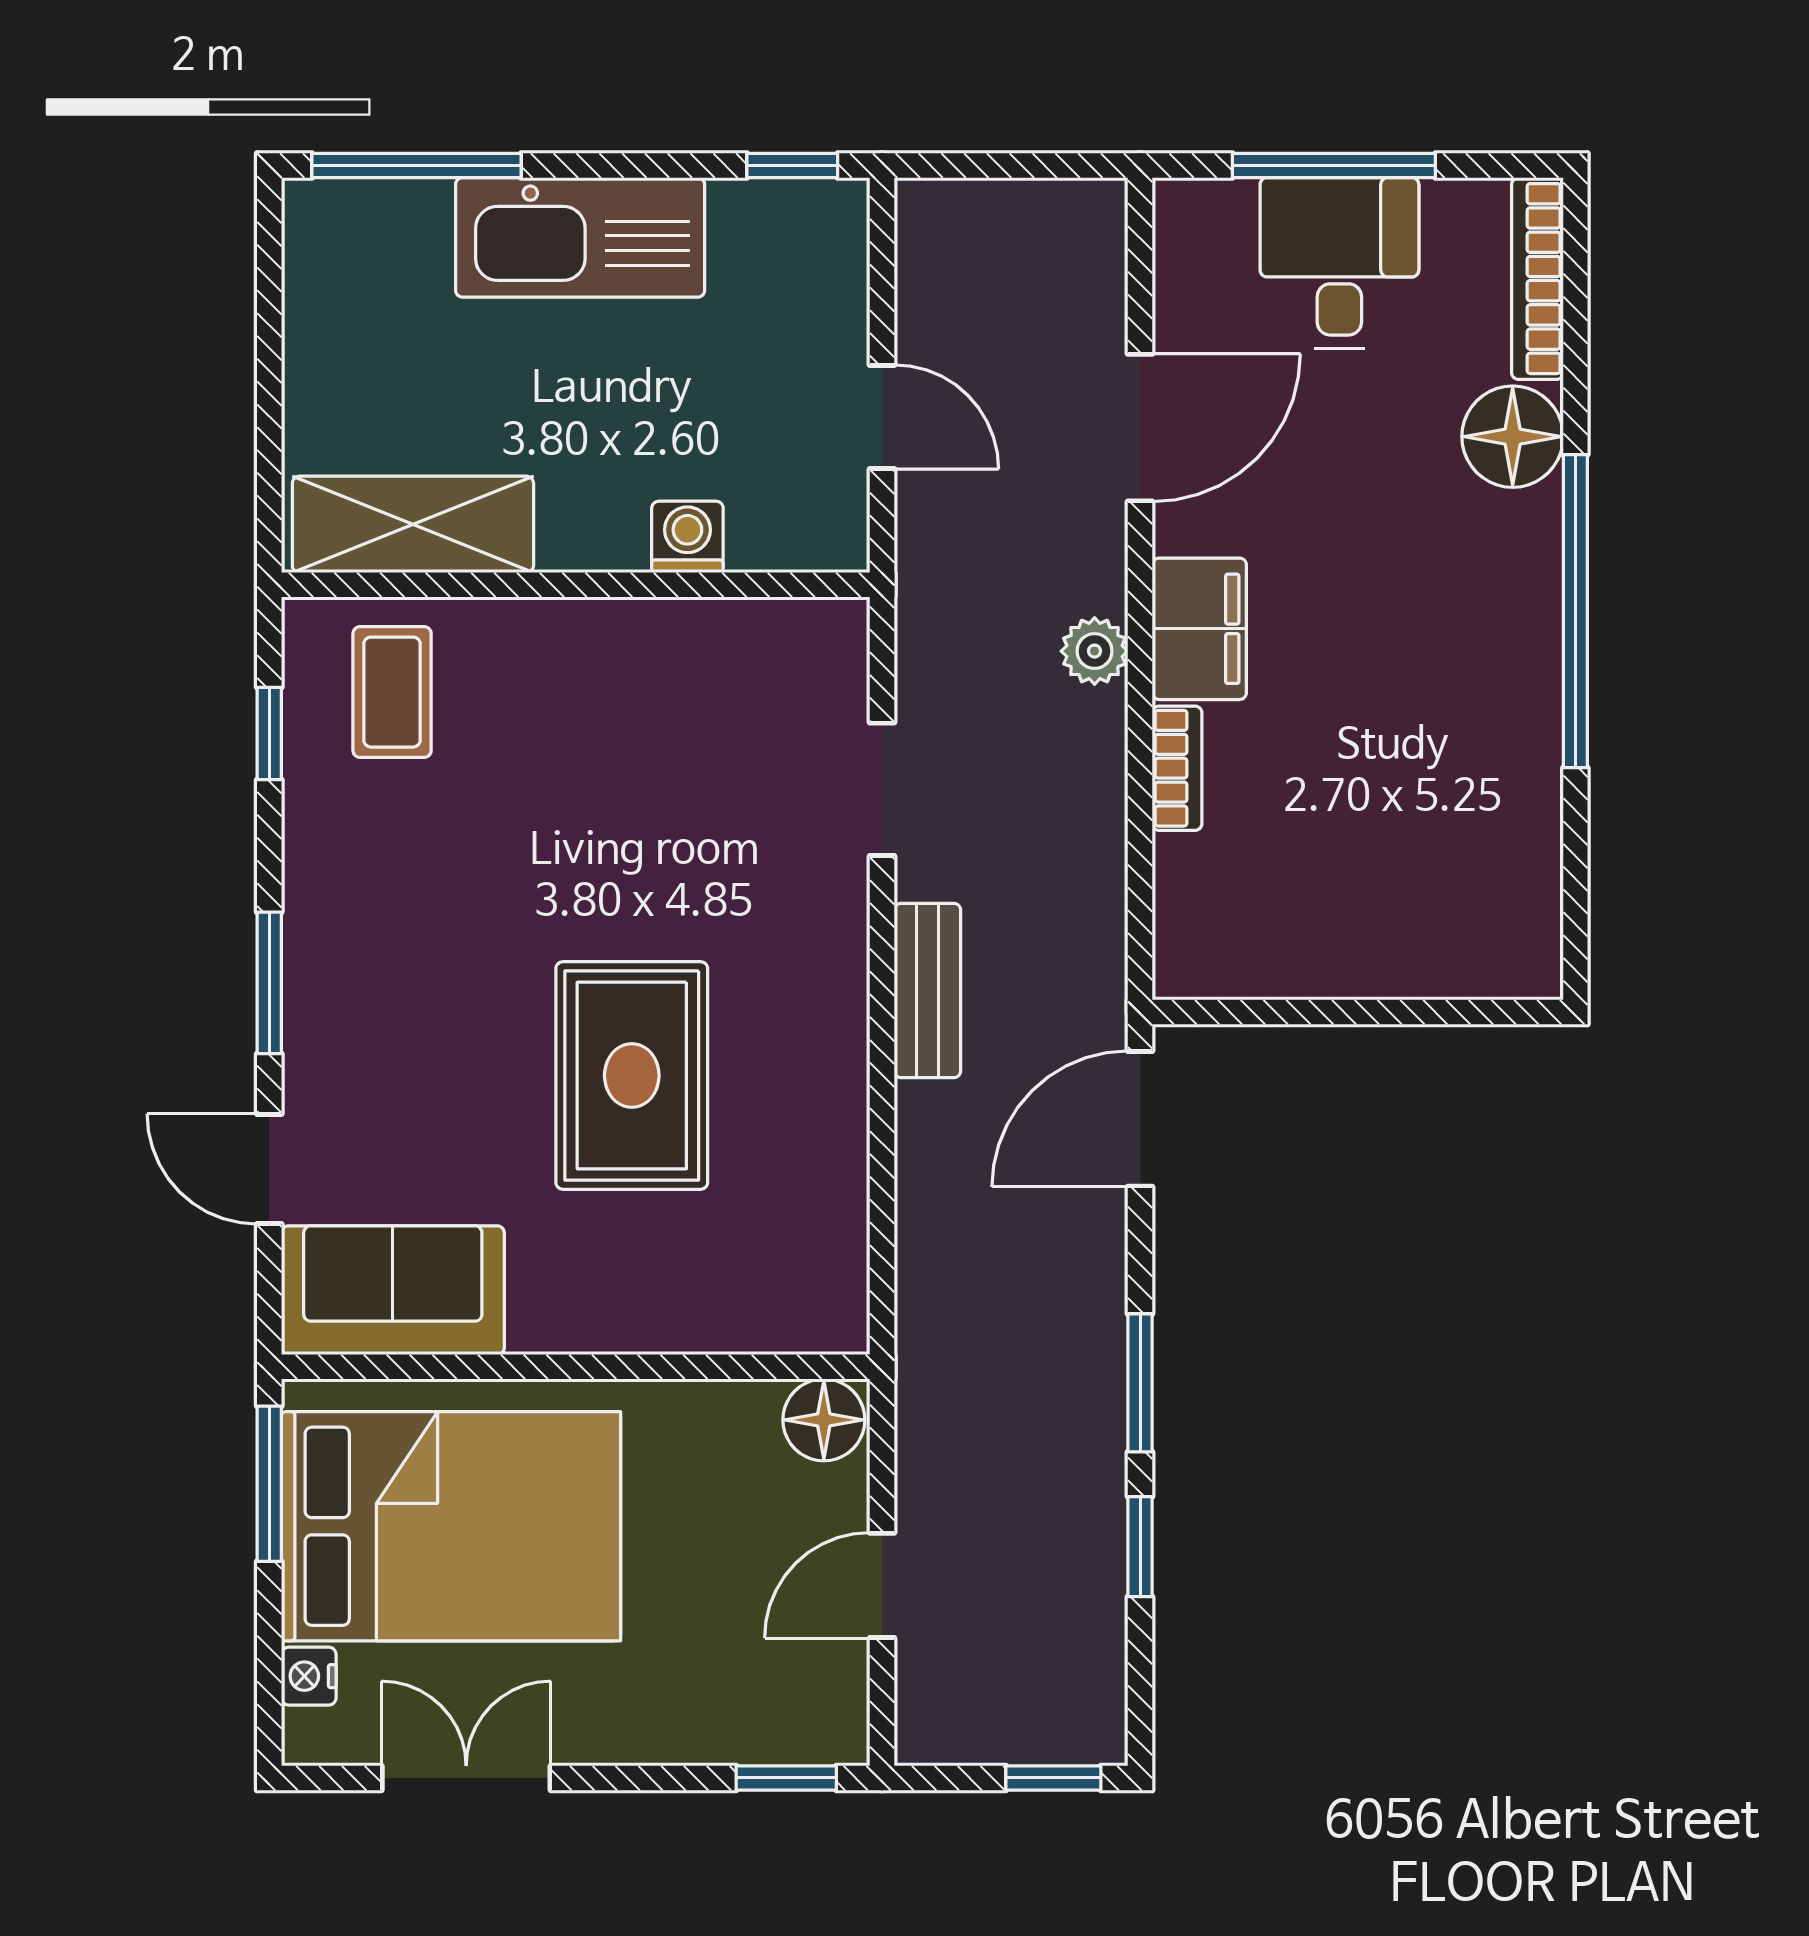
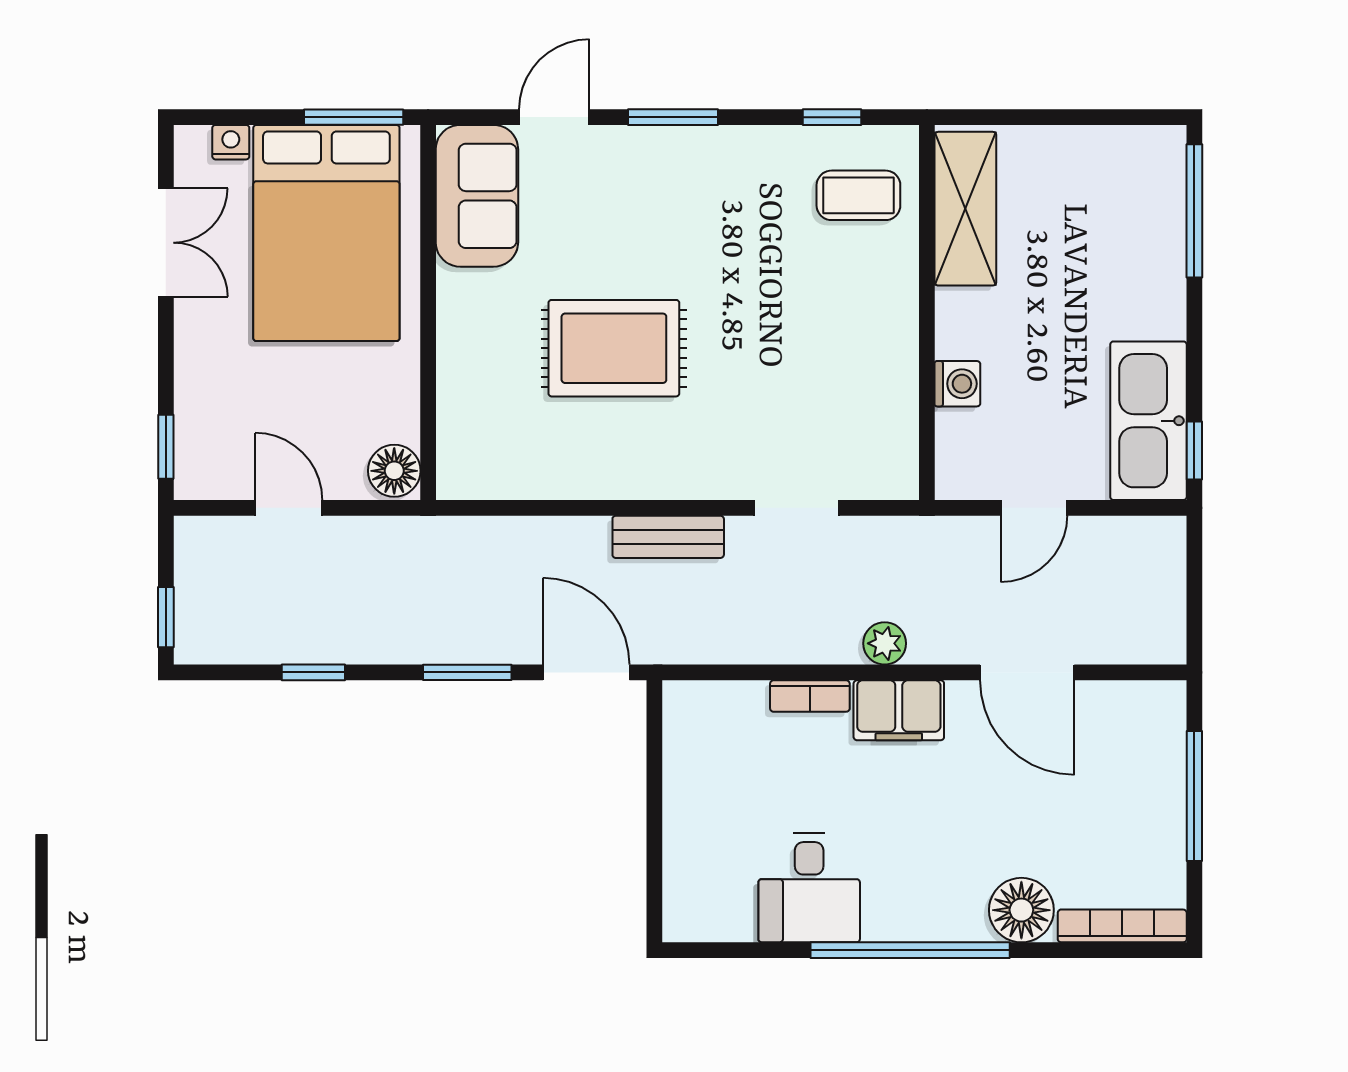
kitchen sink: (580, 237) -> (1148, 421), moved
desk: (1339, 263) -> (809, 888), moved, turned 90
window: (1140, 1383) -> (467, 672), moved

